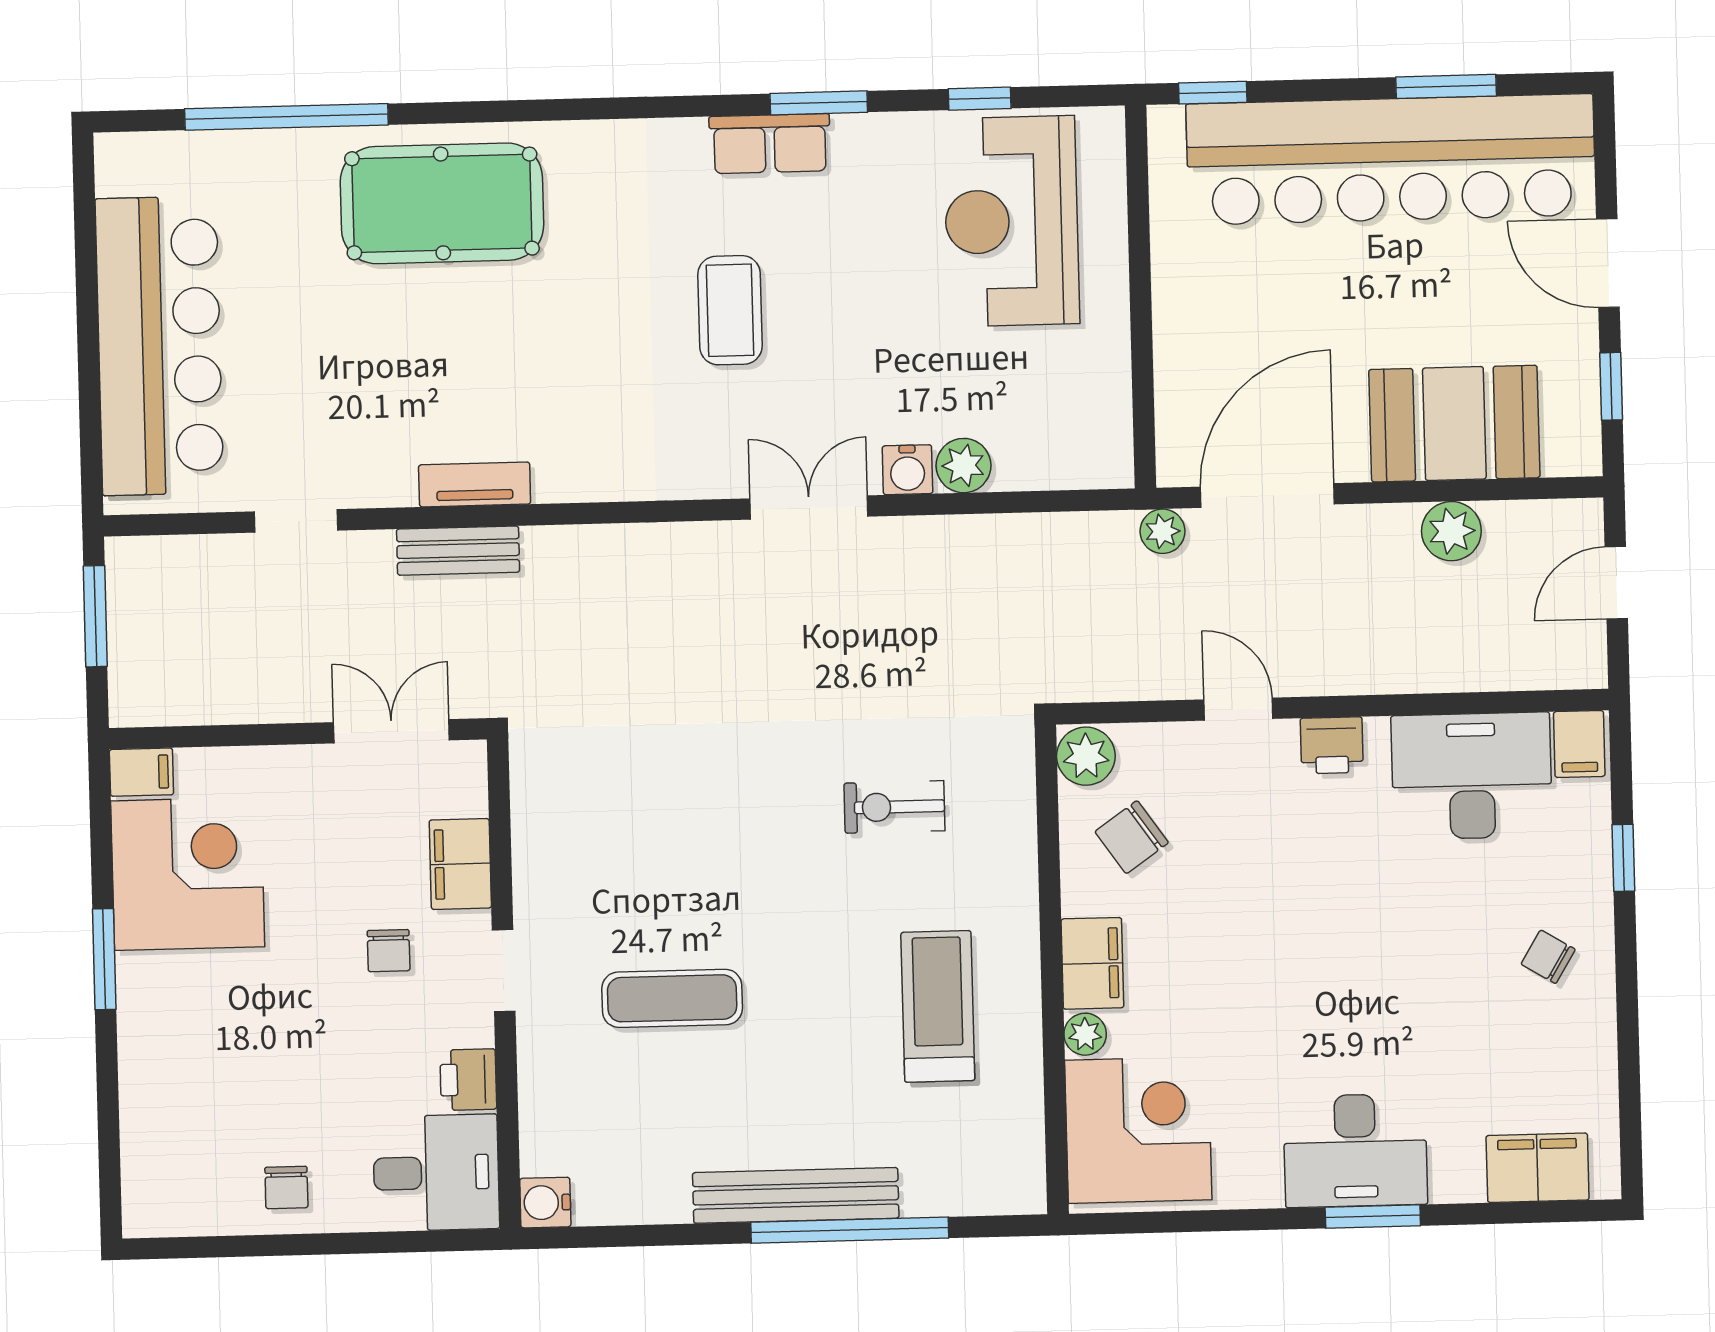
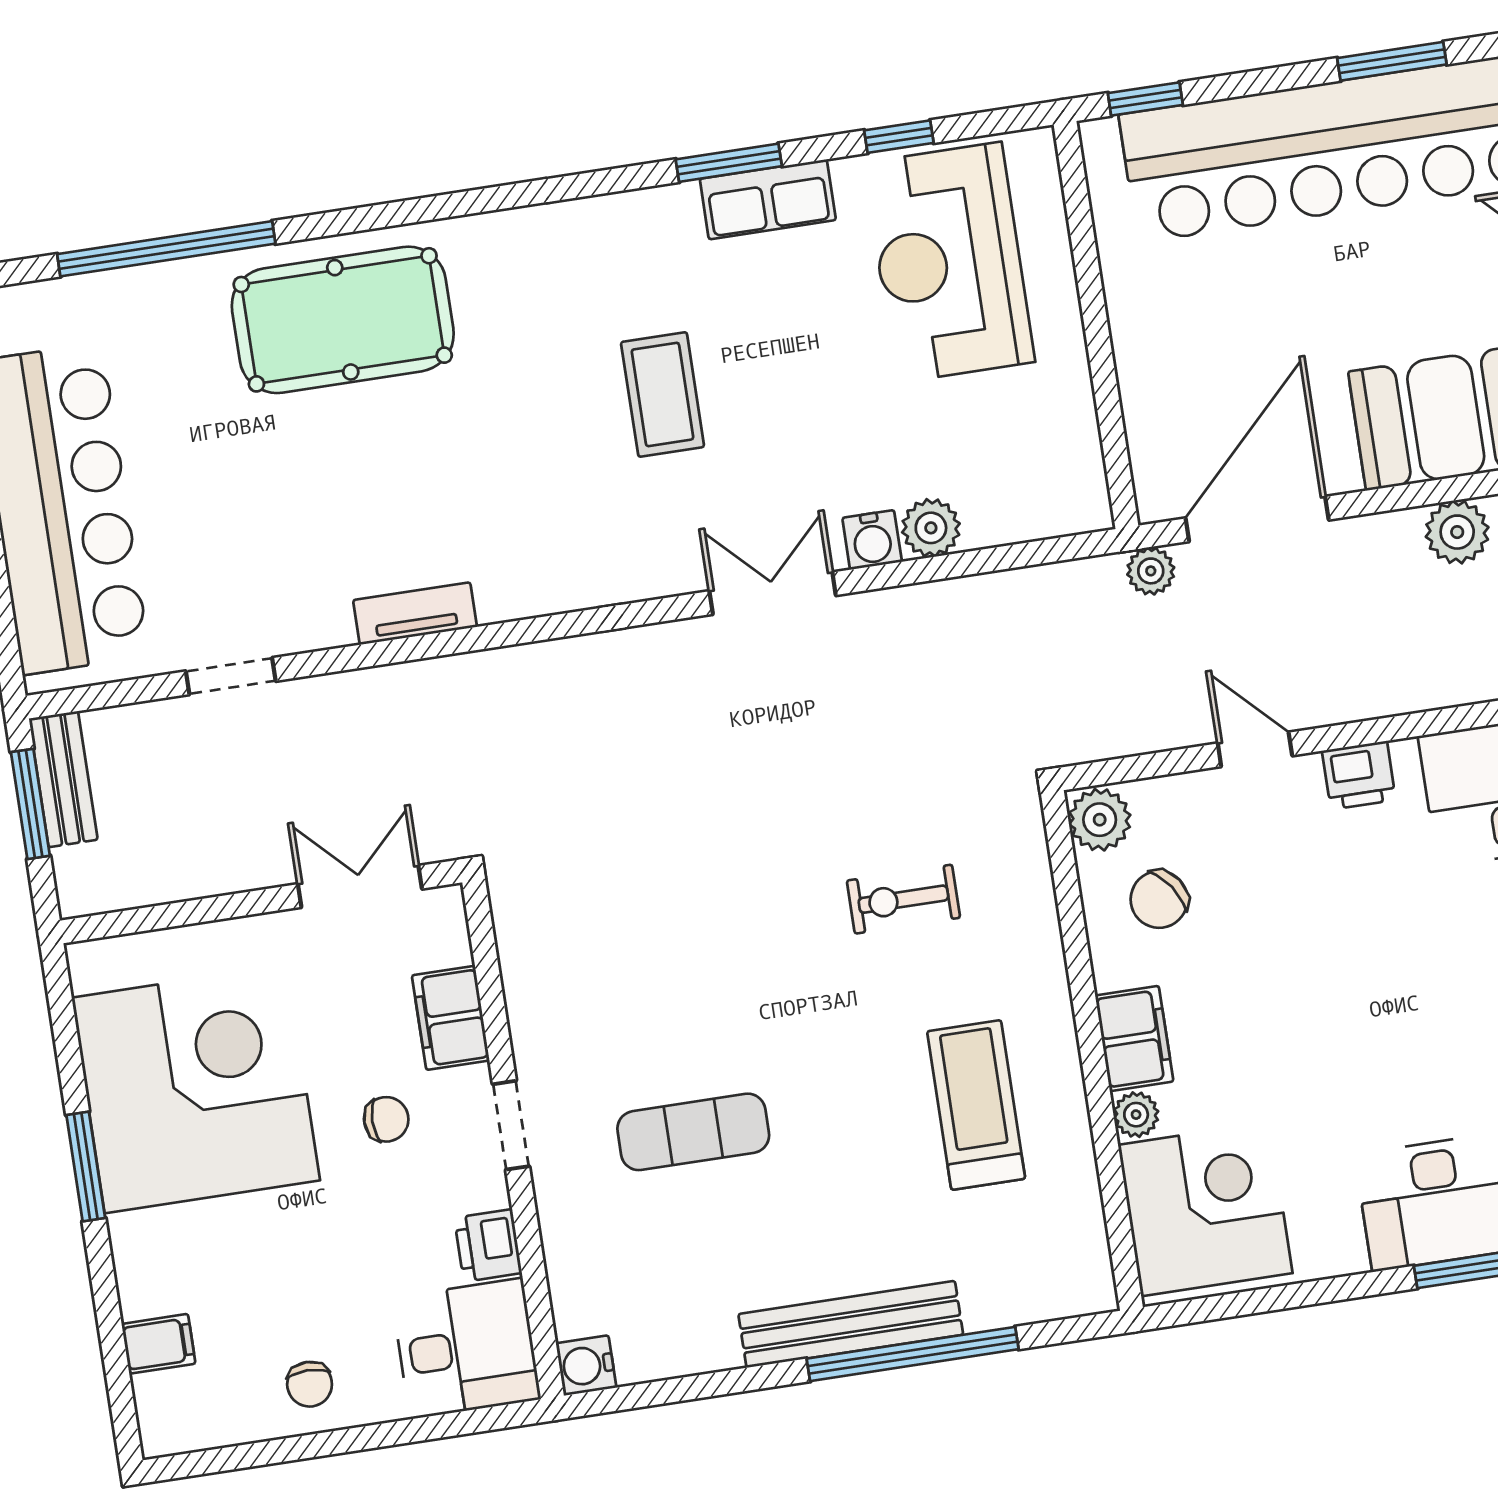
row of seats: (770, 144) -> (768, 199), moved
bench: (458, 551) -> (63, 779), moved, turned 90
filing cabinet: (141, 772) -> (159, 1344), moved
corner desk: (188, 874) -> (196, 1089), width x1.36, depth x1.36
chair: (389, 951) -> (386, 1119), turned -90

